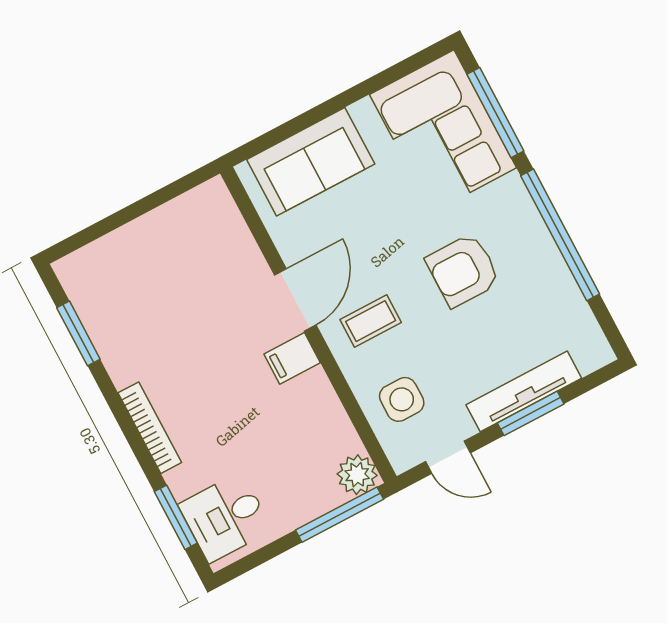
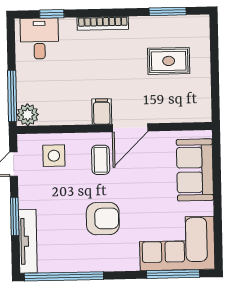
window: (560, 235) -> (64, 276), moved
armchair: (463, 270) -> (103, 219), turned 90
rug: (157, 292) -> (169, 61), added
door: (295, 300) -> (130, 128), hinge flipped
tv unit: (524, 391) -> (28, 241), moved
window: (176, 517) -> (52, 14), width x0.67

